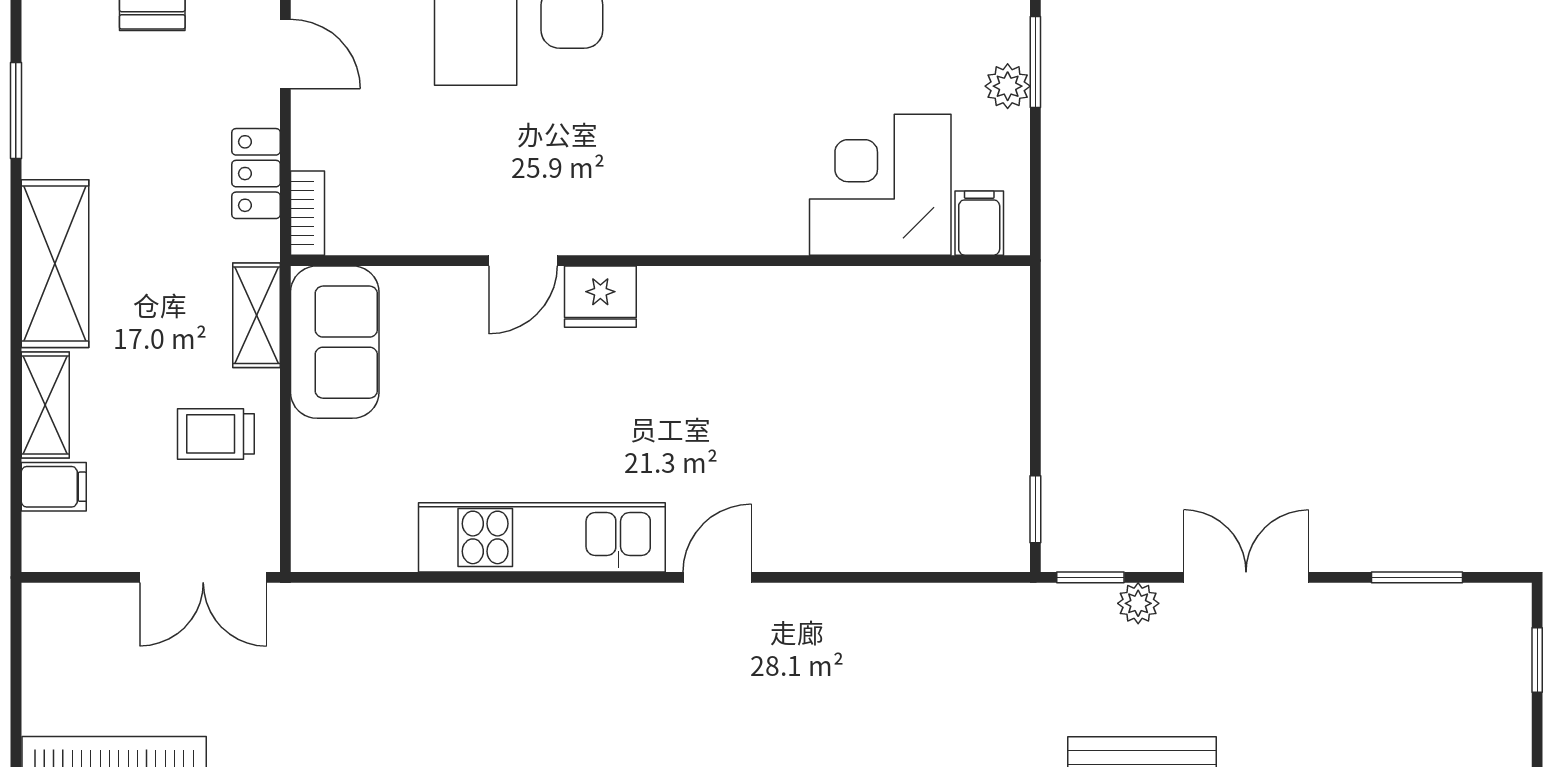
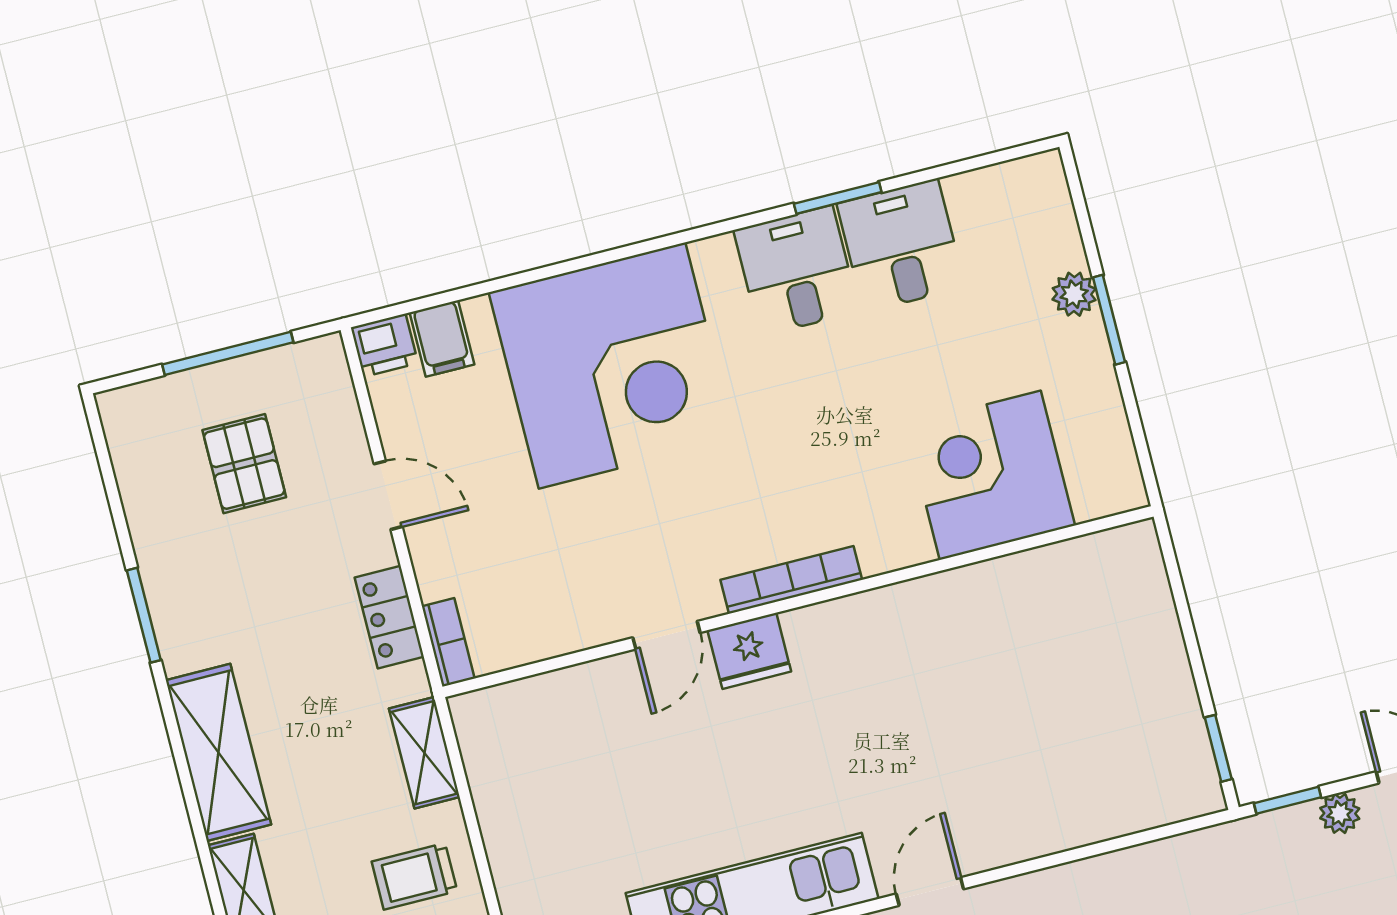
plant: (1008, 86) -> (1074, 294), moved
filing cabinet: (979, 223) -> (1094, 488), removed
bookcase: (659, 237) -> (791, 580), added
sofa: (335, 342) -> (506, 759), removed

